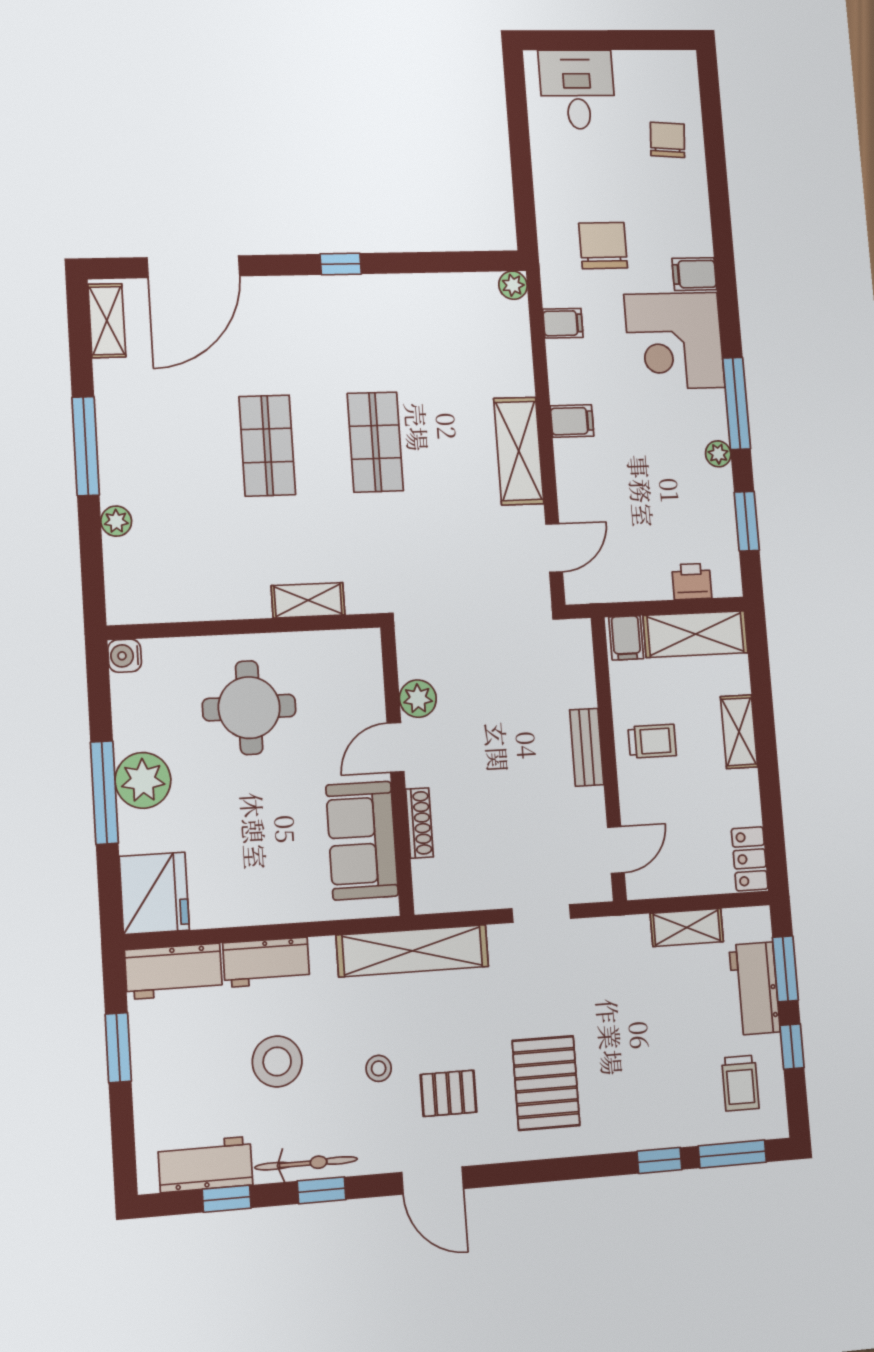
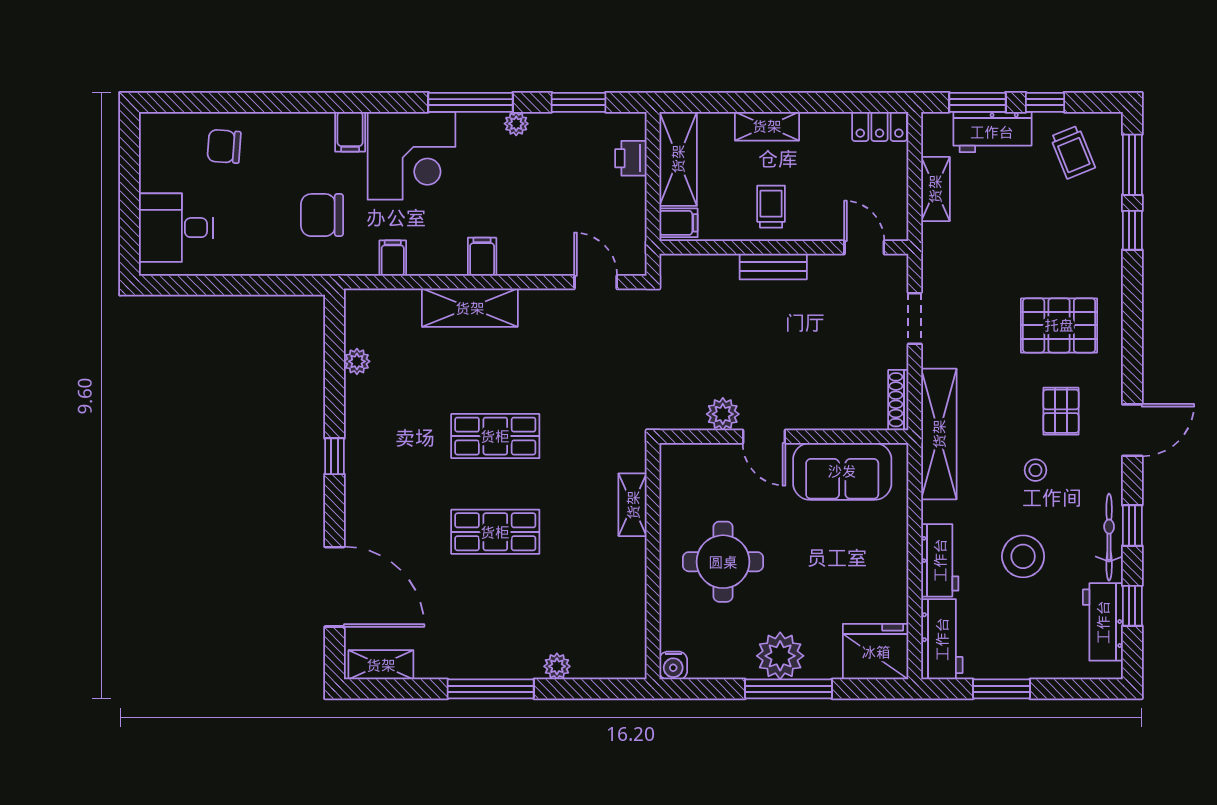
plant: (513, 285) -> (357, 361), moved
shelving: (519, 451) -> (470, 308), moved
shoe rack: (420, 823) -> (898, 400), moved, turned -90
trolley: (740, 1083) -> (1073, 152), turned 68

